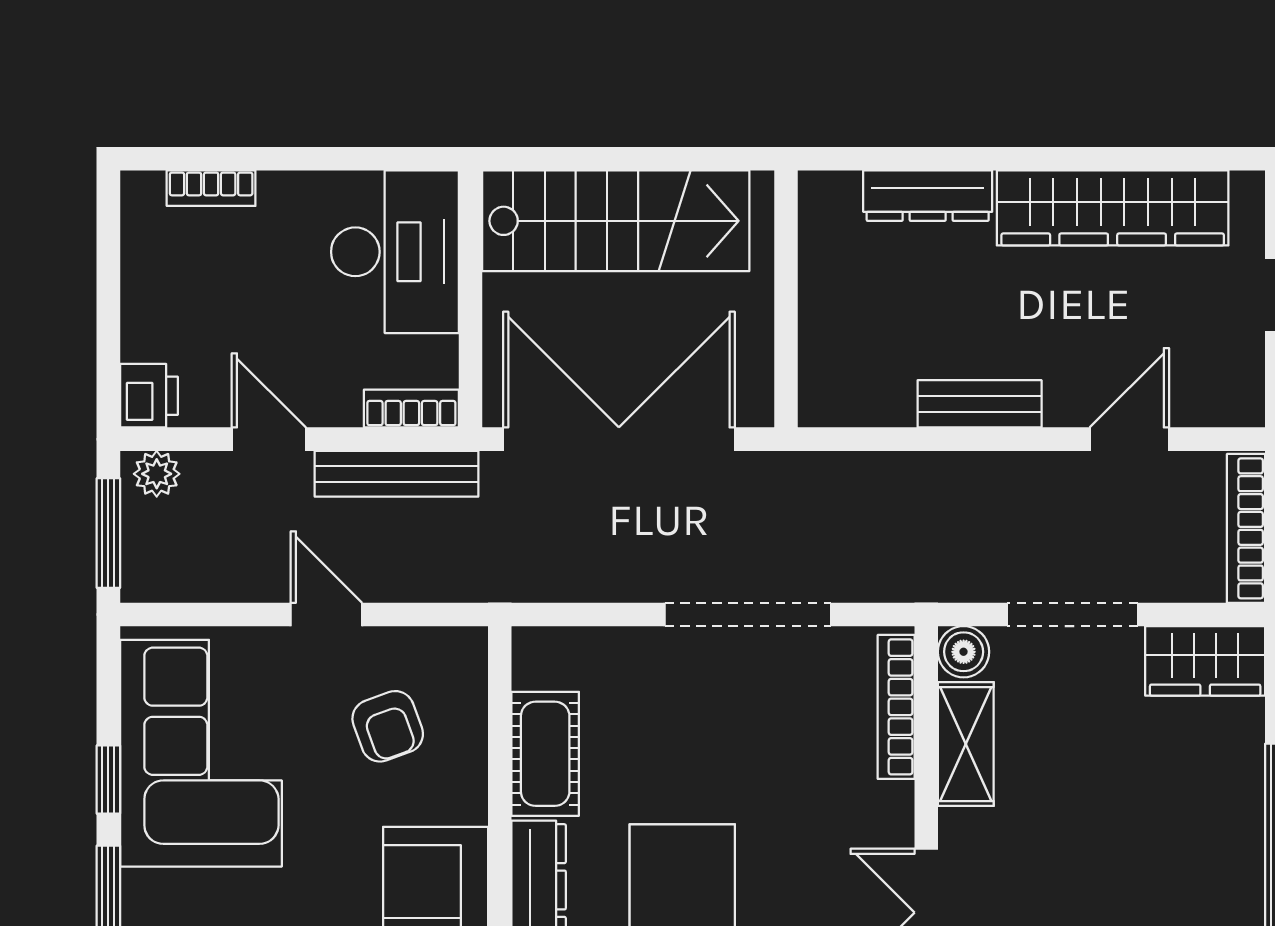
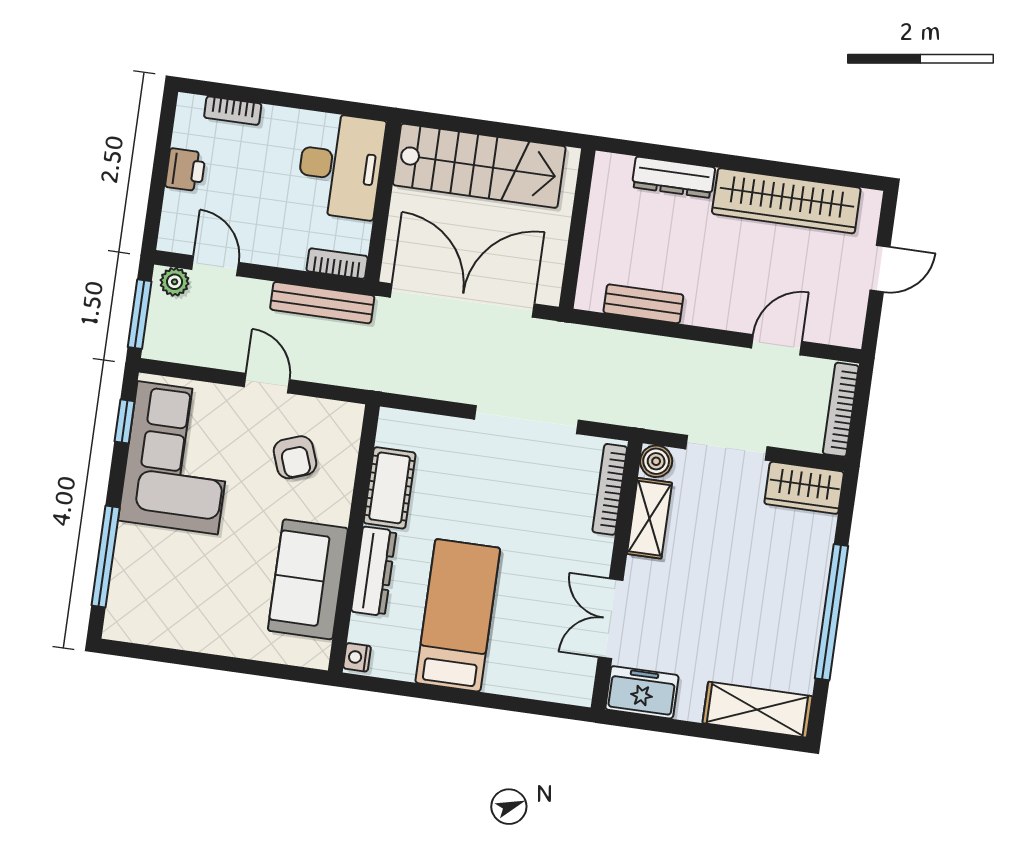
printer: (149, 396) -> (185, 170), moved
bench: (980, 404) -> (643, 304), moved
door: (269, 439) -> (215, 266), moved
window: (108, 780) -> (125, 421), moved

